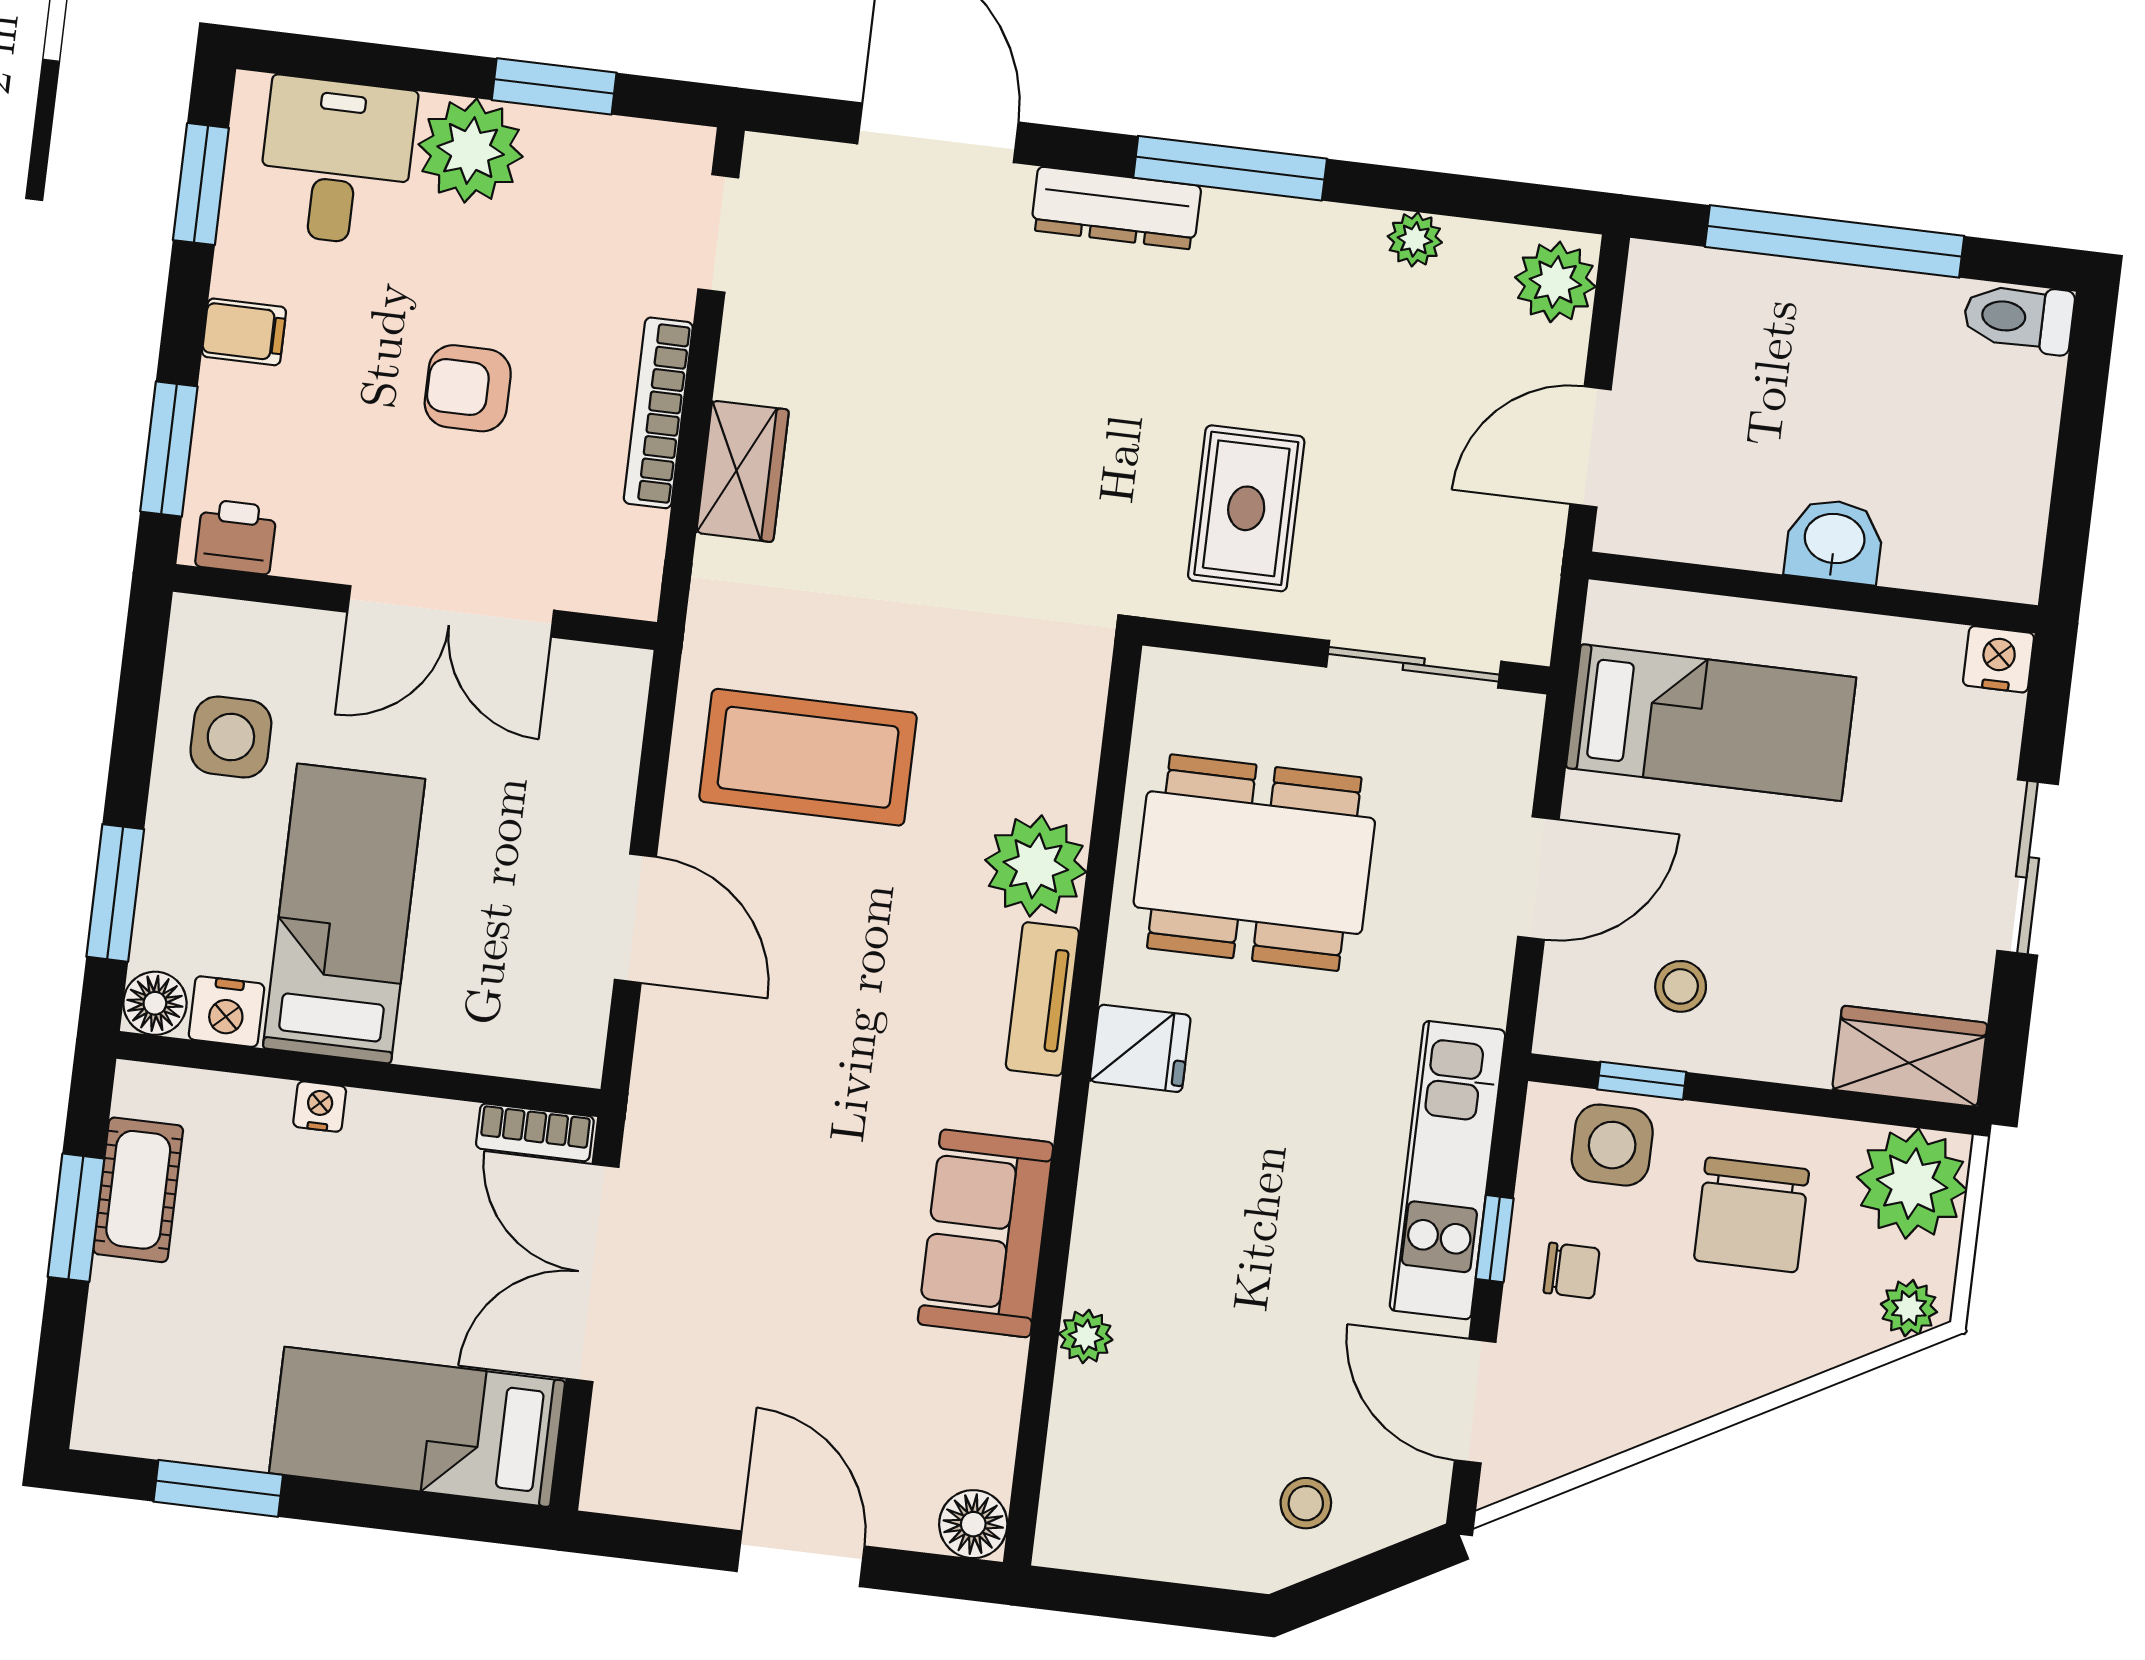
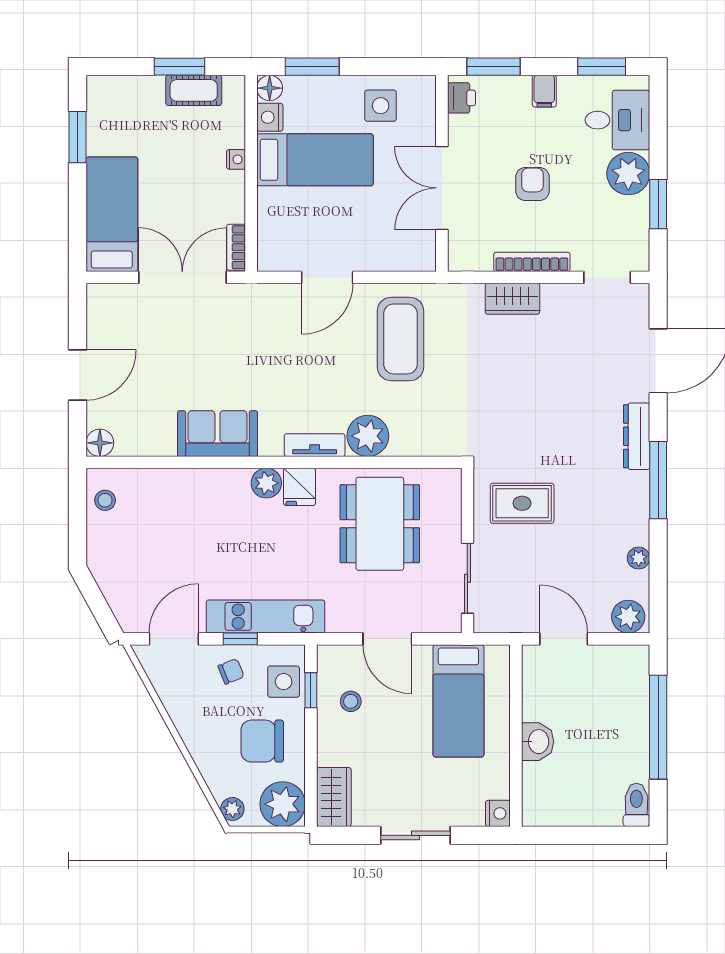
chair: (1572, 1271) -> (231, 671), turned -112
plant: (1086, 1337) -> (266, 483), moved, width x1.38, depth x1.38
stool: (1306, 1503) -> (105, 500), moved

